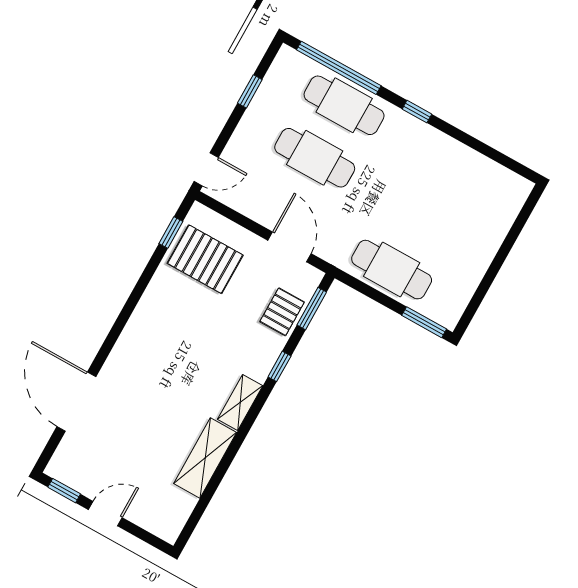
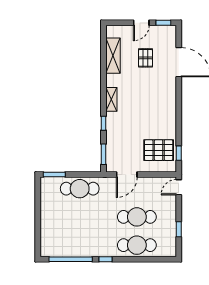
window: (339, 68) -> (71, 259), moved
door: (289, 247) -> (127, 174), hinge flipped
pallet: (282, 312) -> (146, 58), moved
shelving: (205, 458) -> (113, 56), moved

